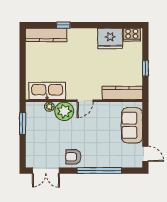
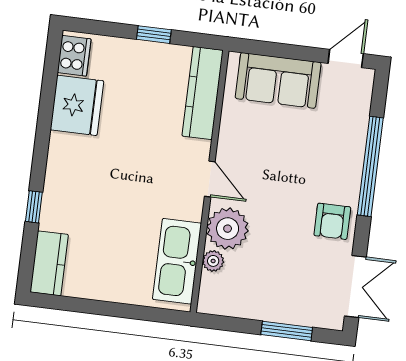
kitchen counter: (46, 35) -> (49, 263), width x0.67
window: (23, 124) -> (287, 331), moved

